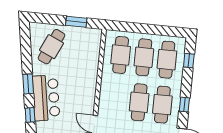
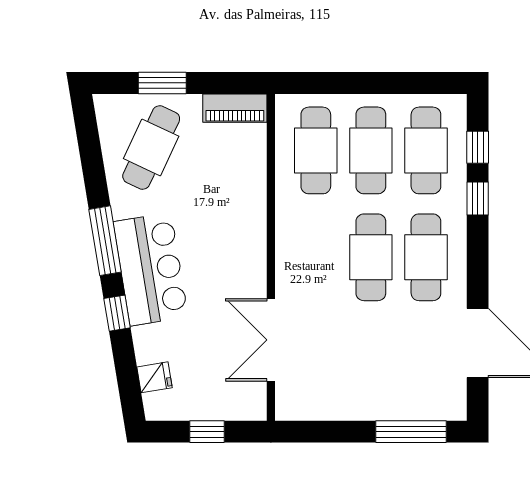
window: (76, 22) -> (162, 83), moved
piano: (88, 34) -> (235, 108), added
window: (28, 84) -> (105, 241), width x1.44
window: (184, 105) -> (478, 198), moved

